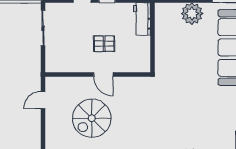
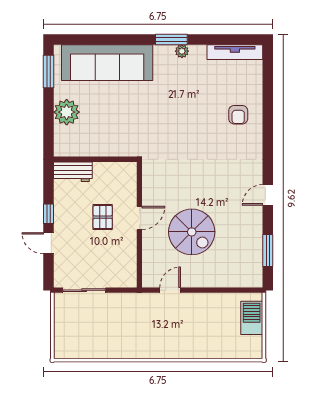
door: (43, 100) -> (170, 290), swing flipped

